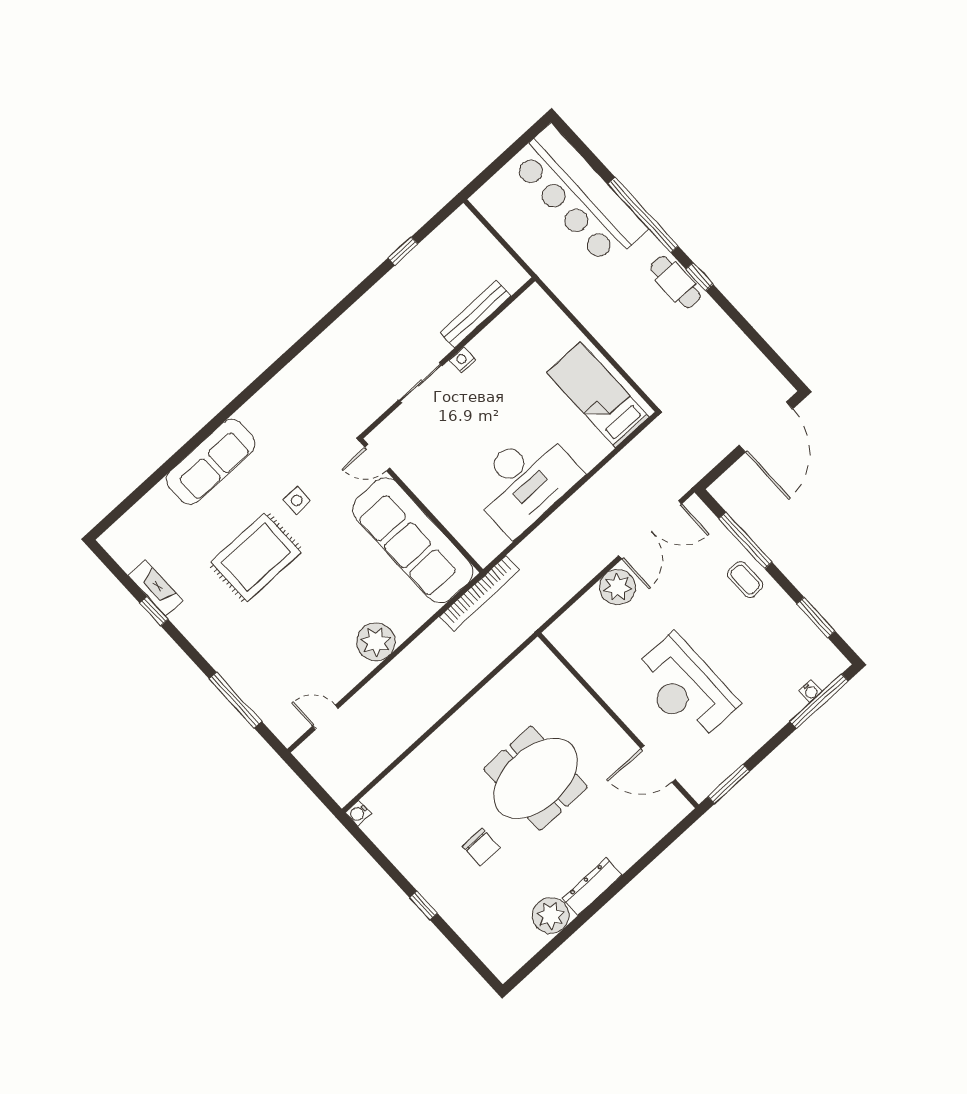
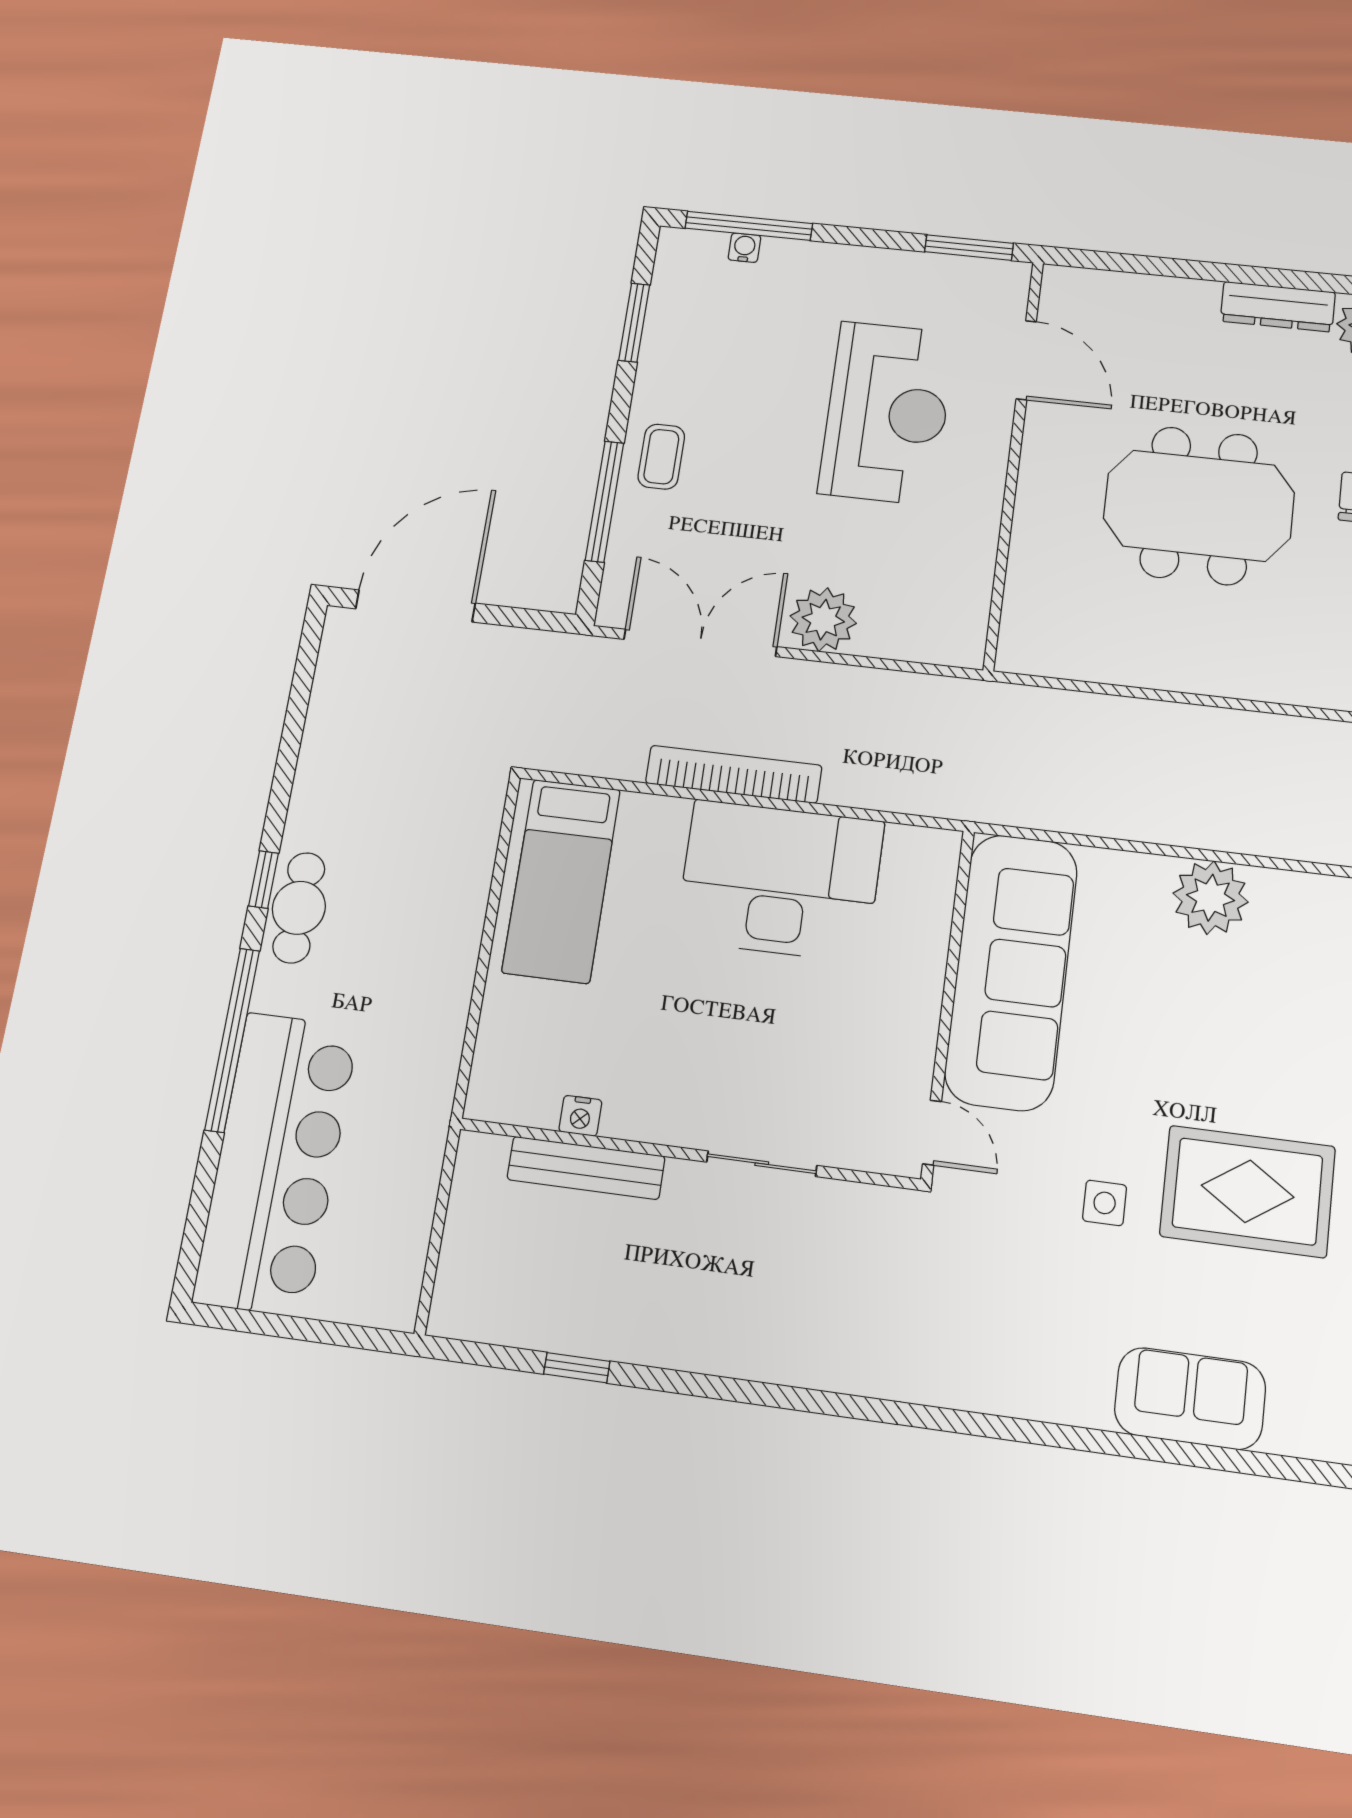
nightstand: (463, 360) -> (580, 1116), moved
sofa: (211, 462) -> (1190, 1398), width x0.73
bookcase: (480, 593) -> (734, 774), moved

